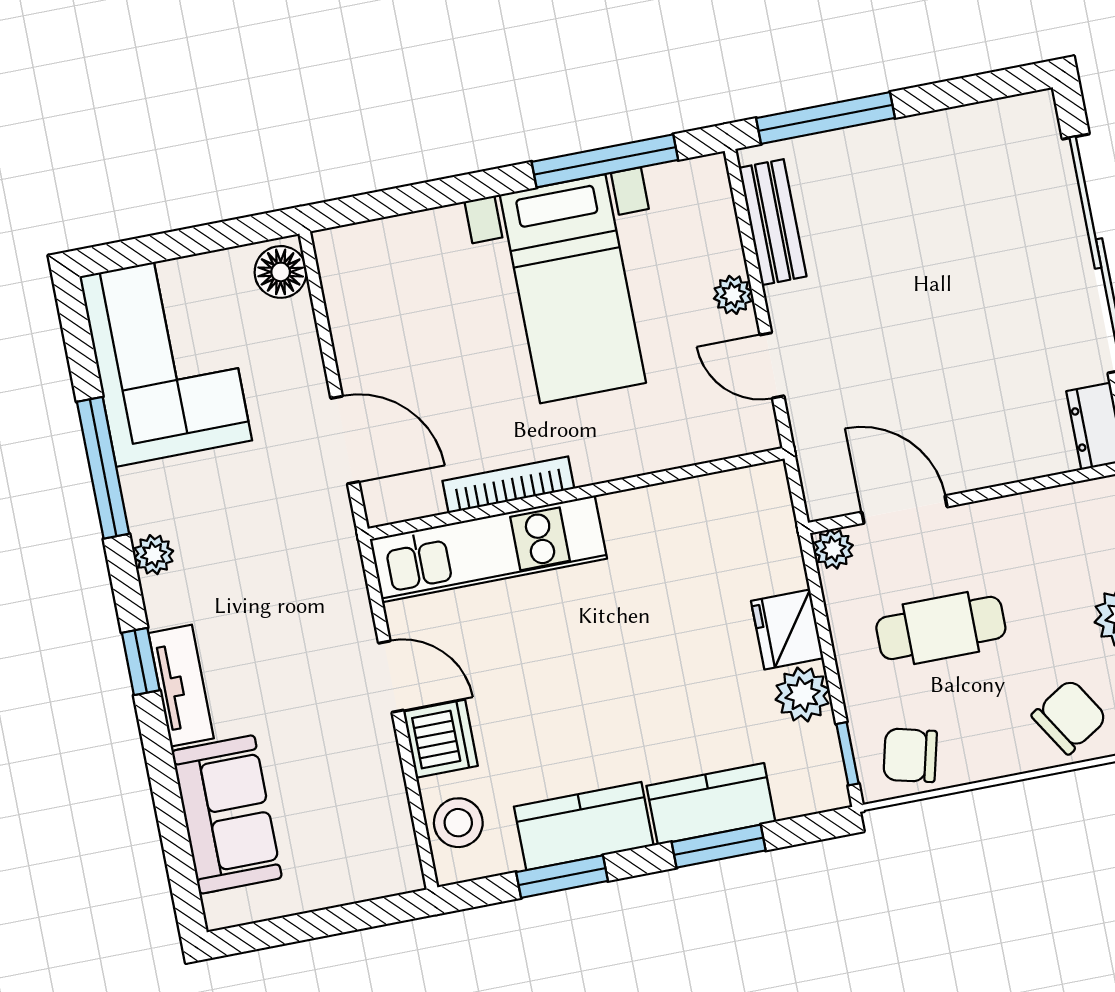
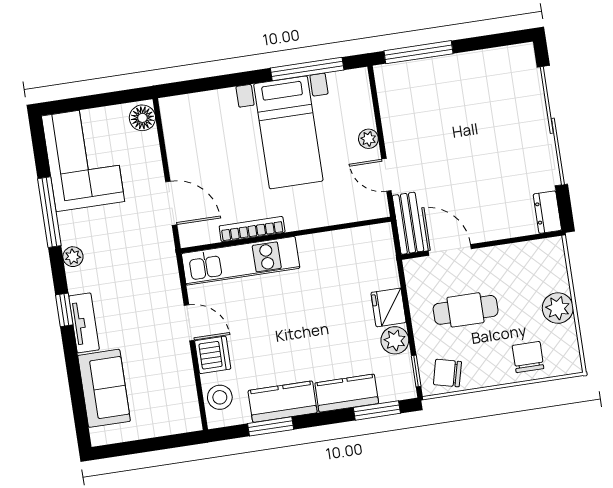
bench: (773, 222) -> (408, 223), moved
plant: (833, 549) -> (413, 268), removed
chair: (1069, 717) -> (528, 357), turned -58
window: (719, 846) -> (377, 410), moved

